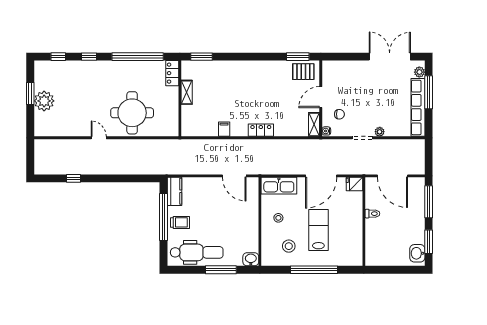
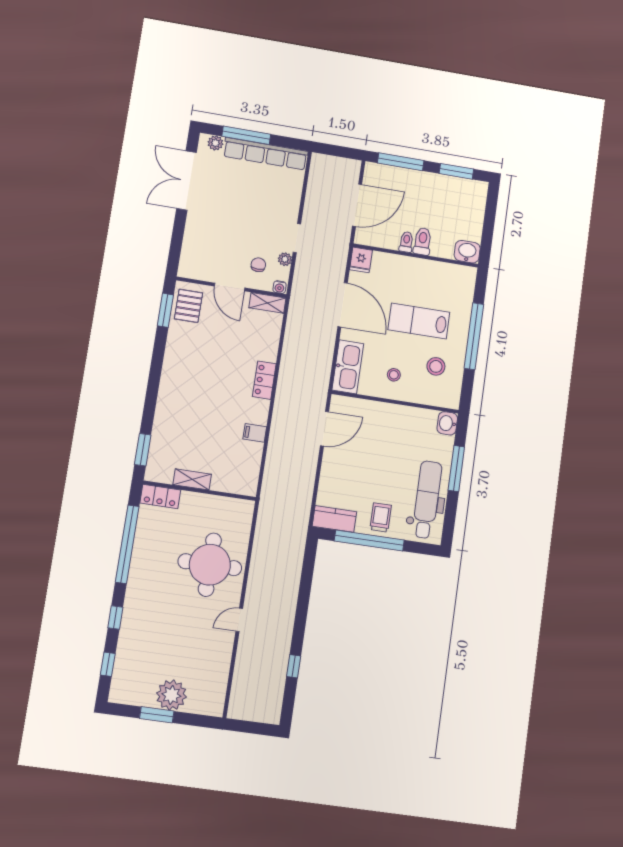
plant: (380, 132) -> (285, 259), moved
toilet: (375, 225) -> (423, 241), added
washbasin: (417, 253) -> (467, 252), moved, turned 180

